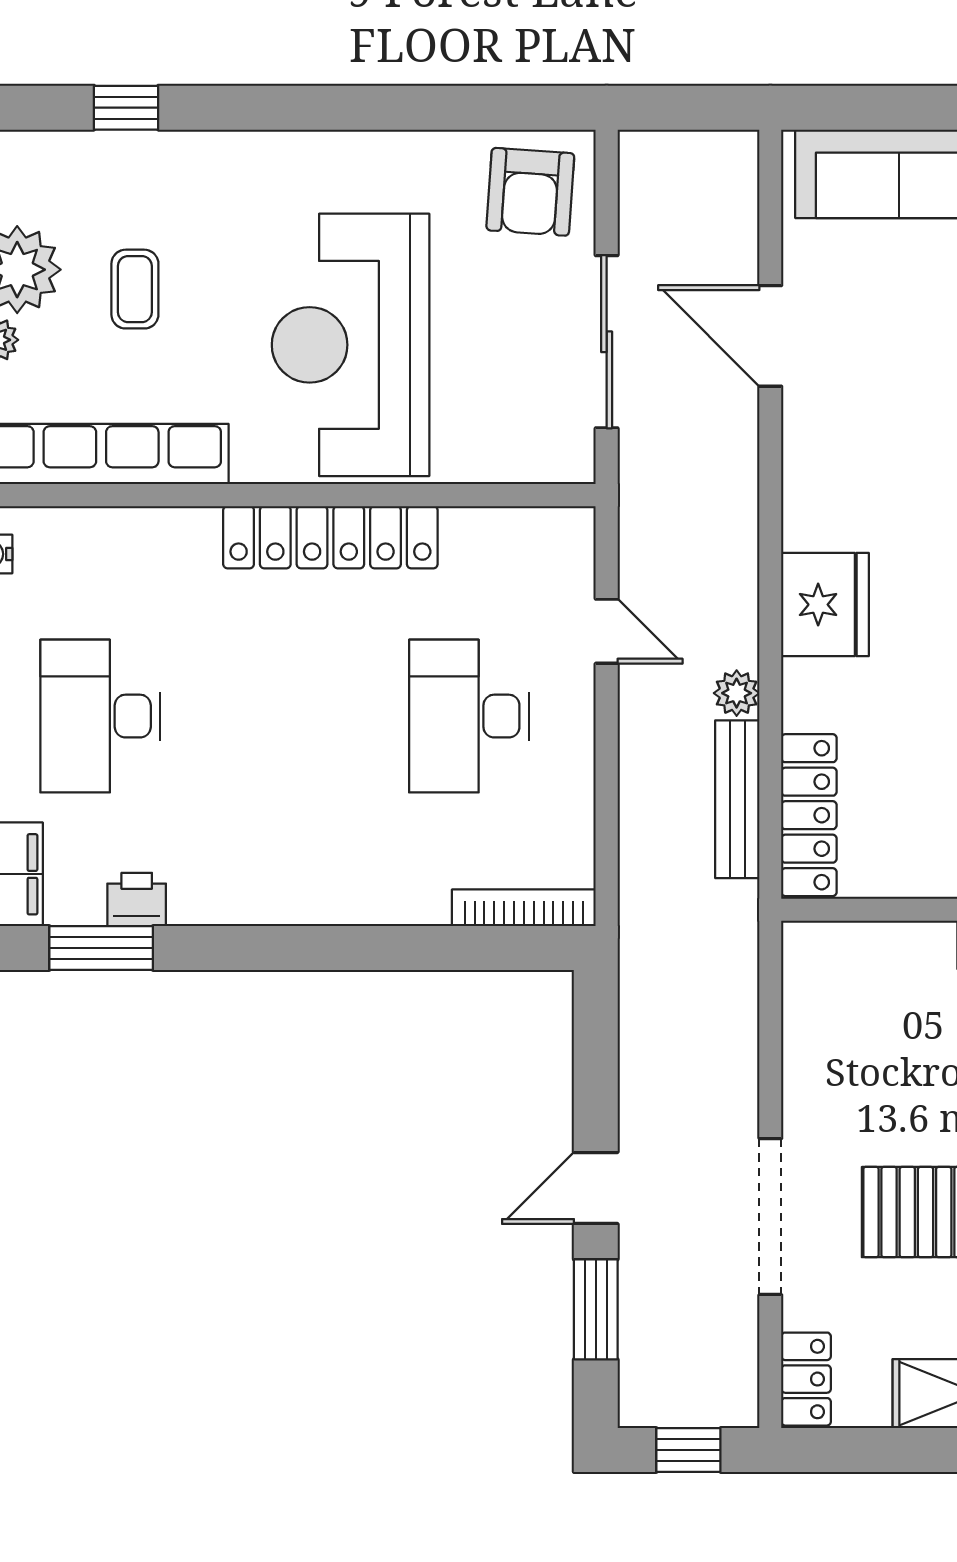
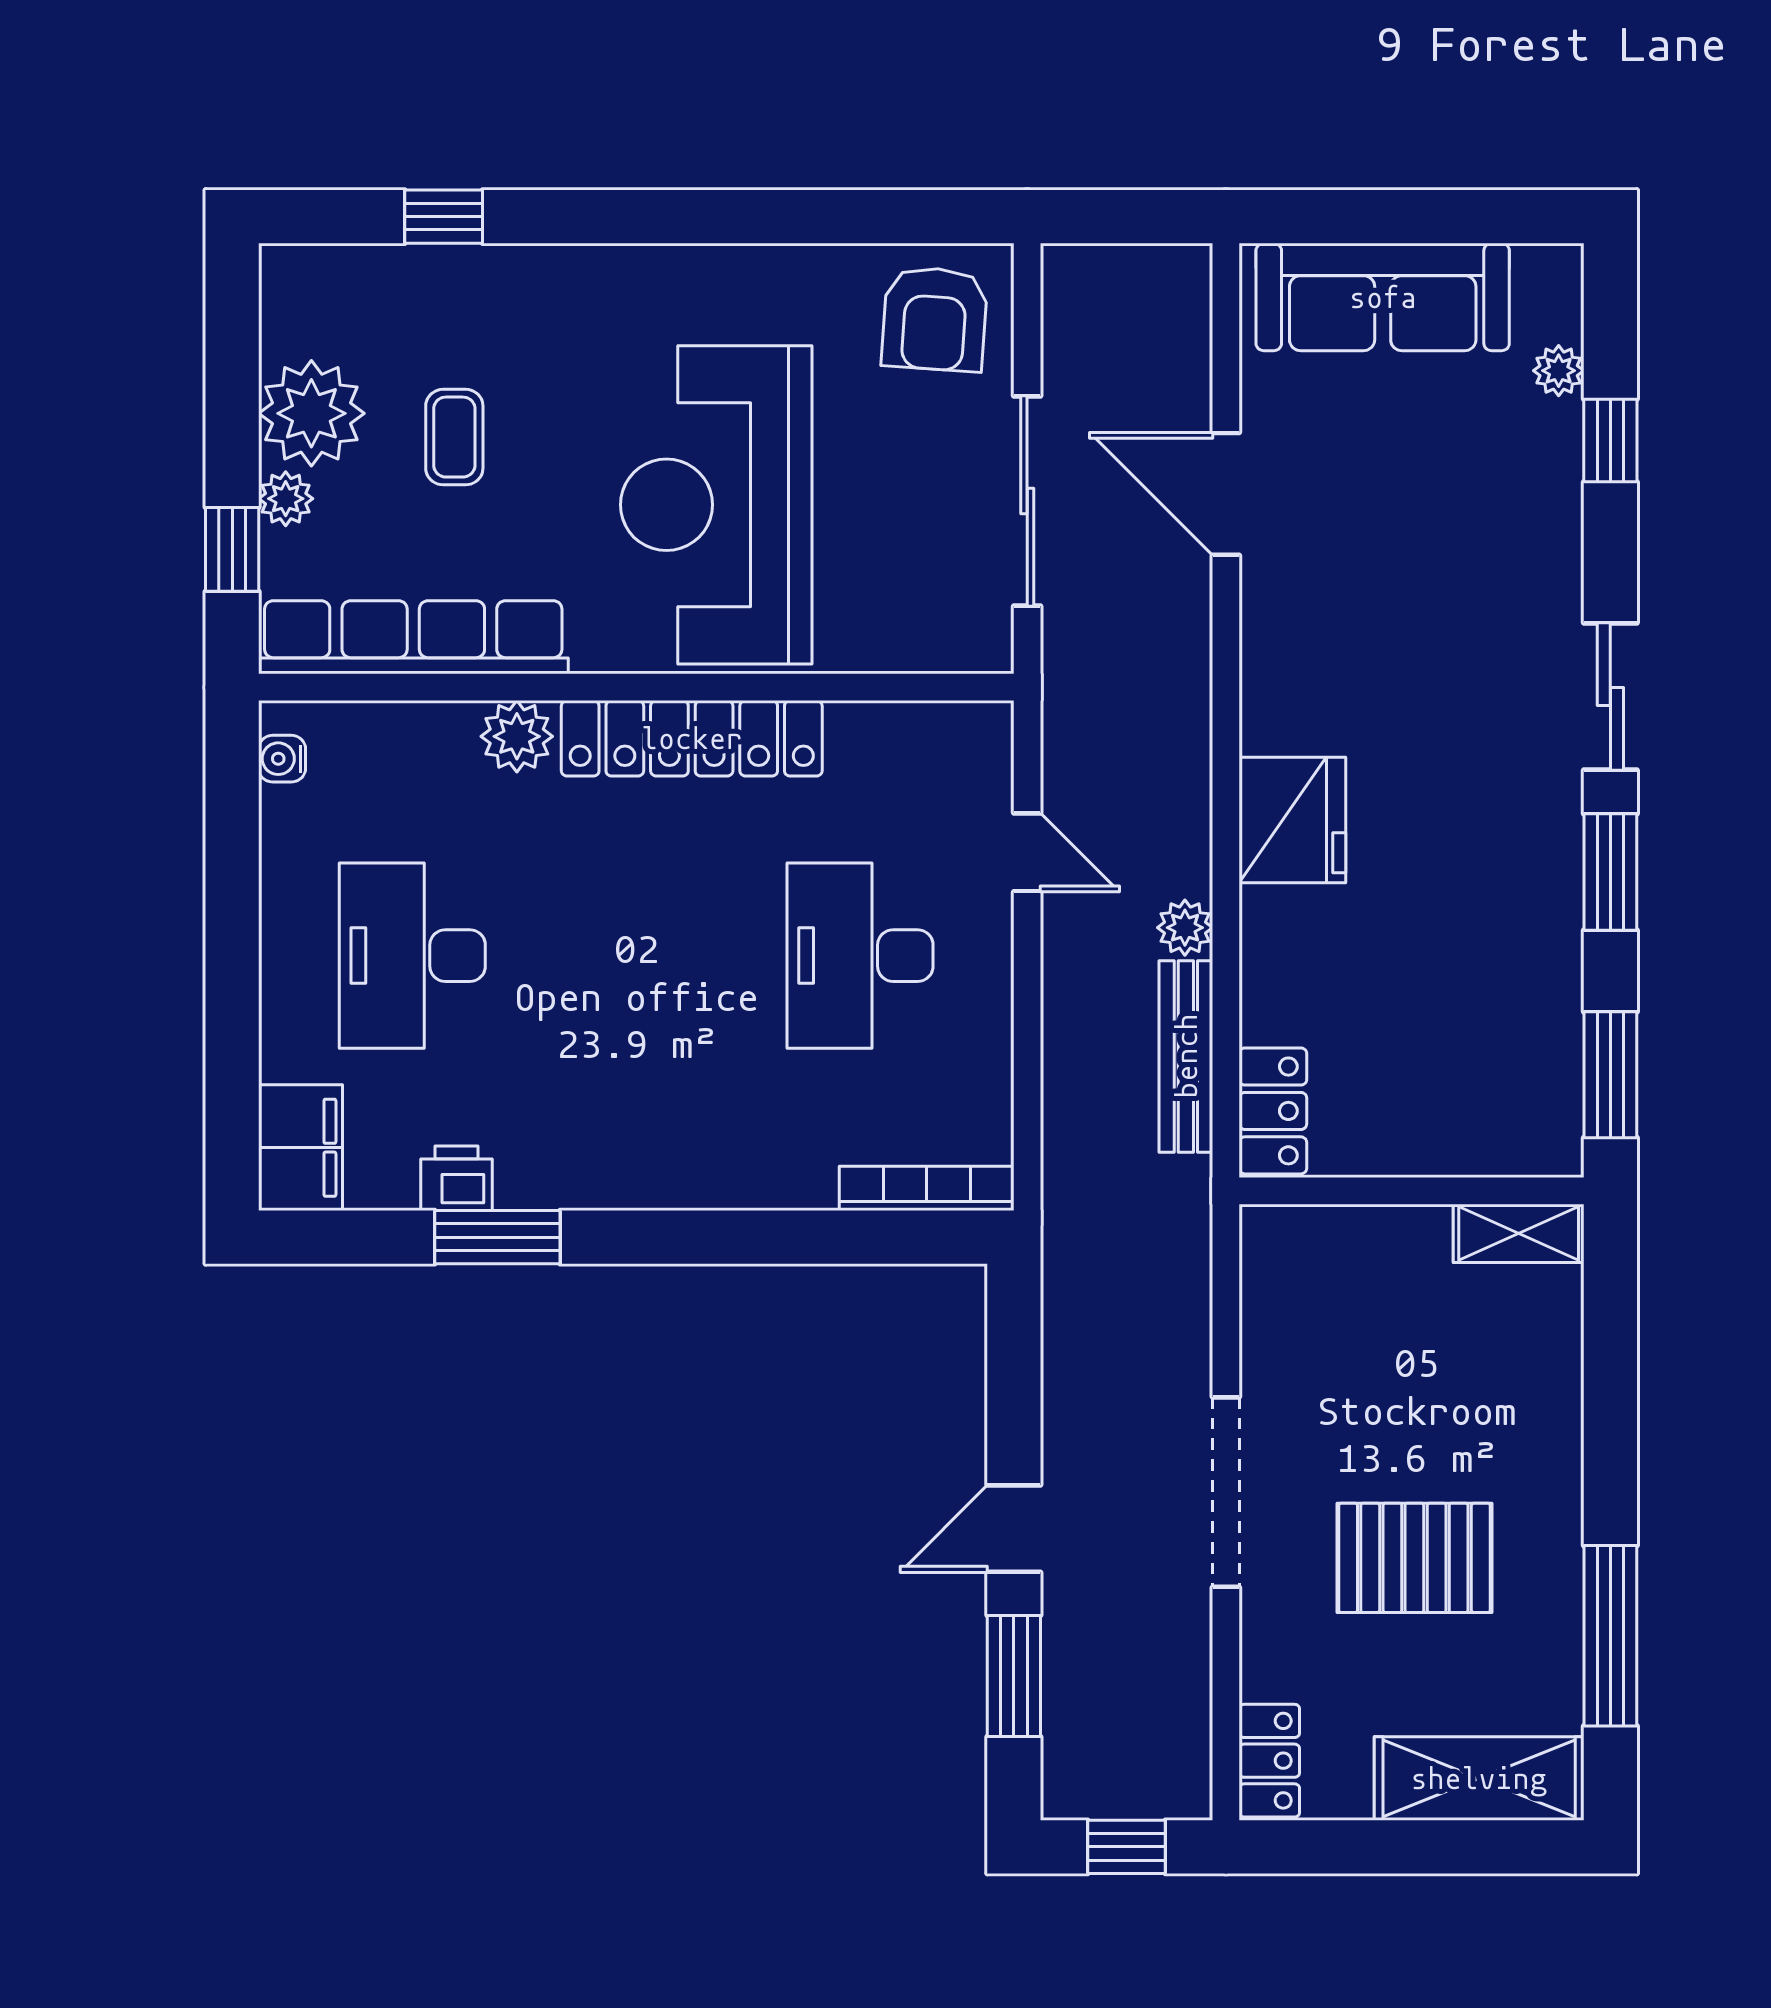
plant: (186, 536) -> (517, 736), added
locker: (809, 815) -> (1273, 1111), width x0.66
window: (101, 948) -> (497, 1237), moved
doorway: (770, 1217) -> (1226, 1492), moved

